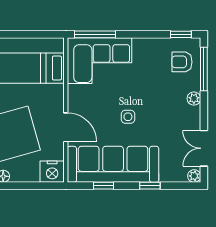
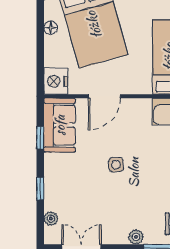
sofa: (113, 164) -> (60, 125), width x0.54, depth x0.79
plant: (194, 176) -> (51, 219), moved

